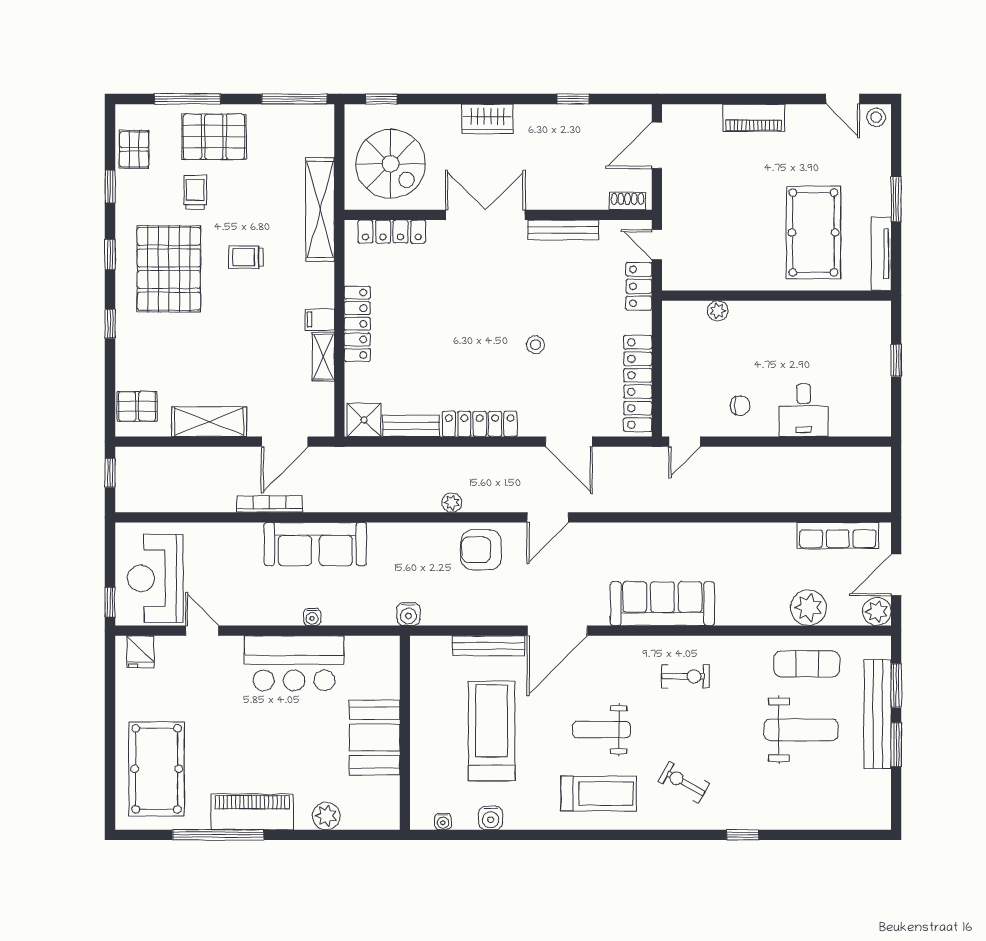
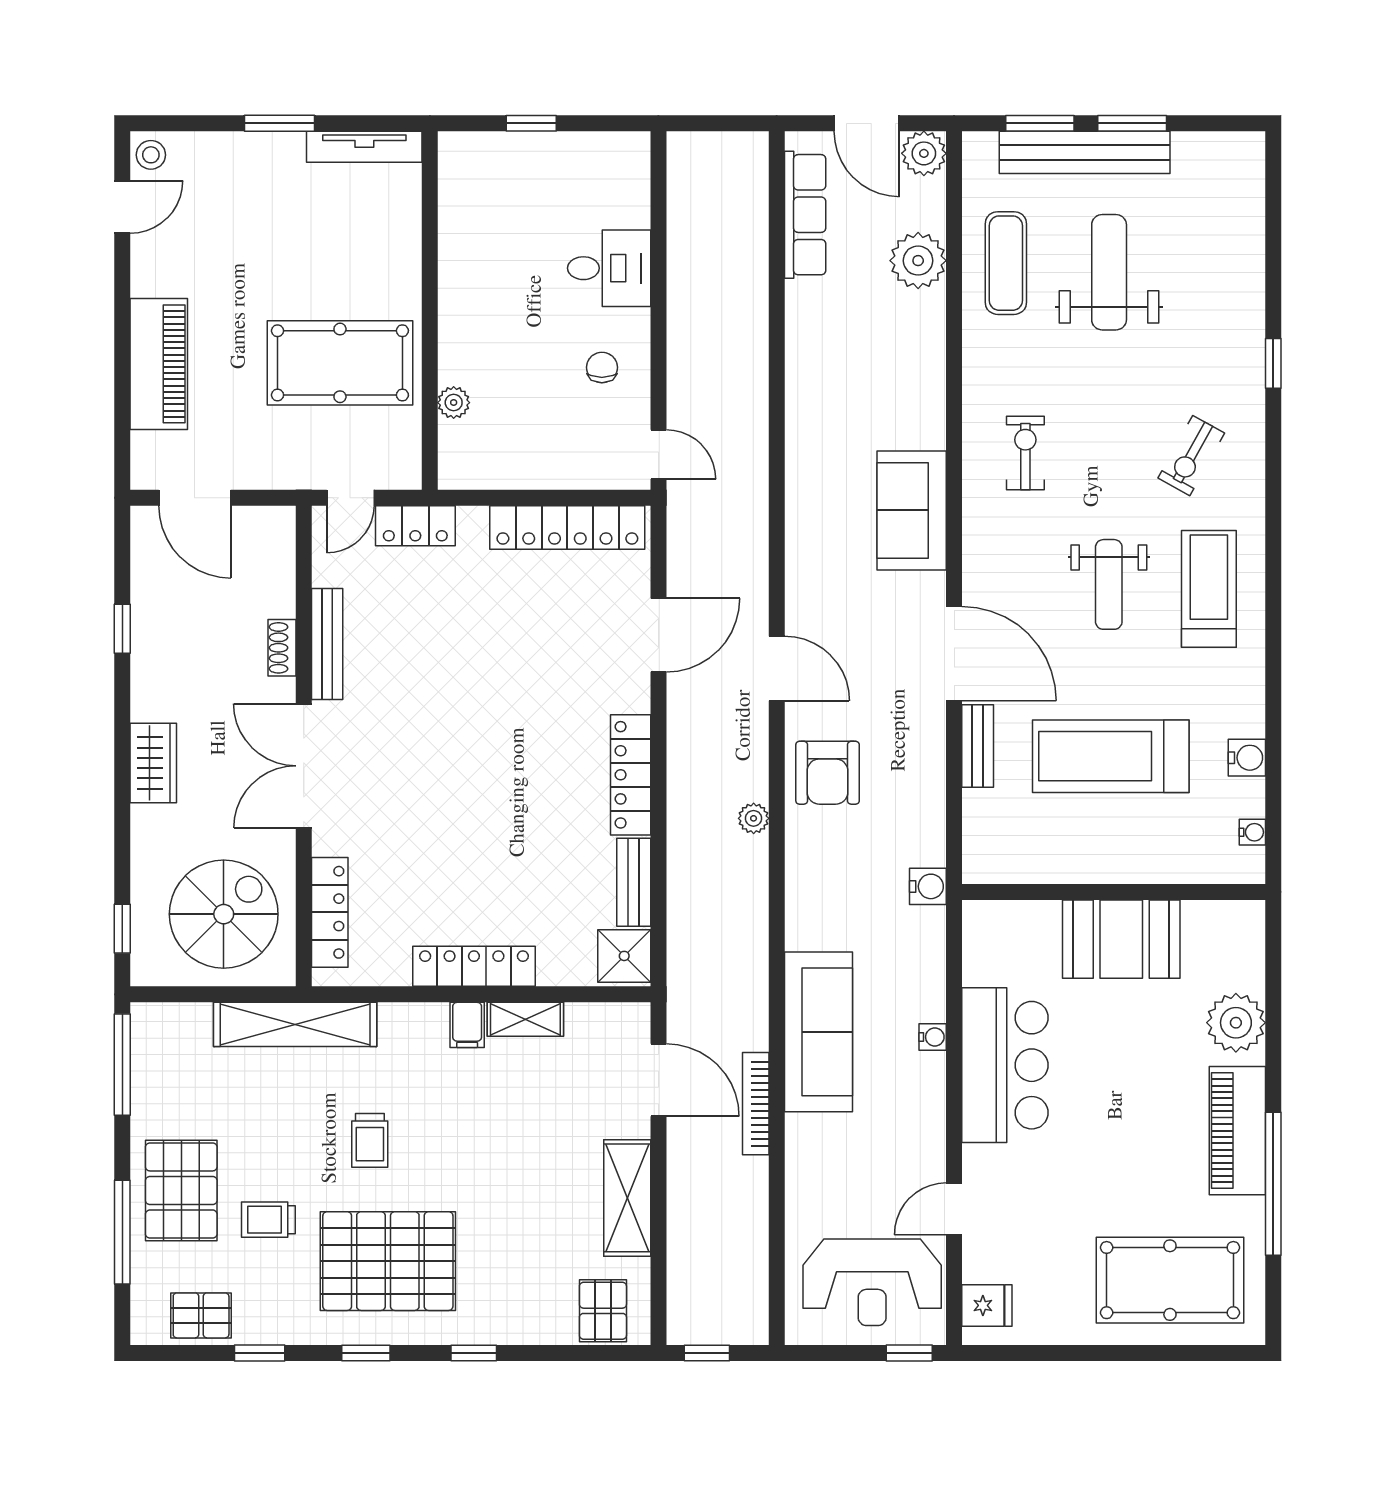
piano: (754, 118) -> (159, 364), width x1.37, depth x1.33
shoe rack: (627, 201) -> (282, 648), moved
pool table: (813, 232) -> (340, 363), moved
stool: (535, 345) -> (507, 688), removed
sofa: (662, 604) -> (912, 510), width x0.73
bench: (489, 646) -> (978, 746), width x0.73
plant: (326, 816) -> (1236, 1023), width x1.36, depth x1.36

